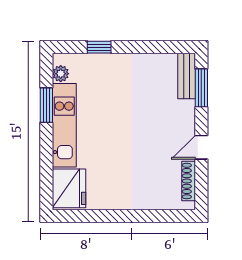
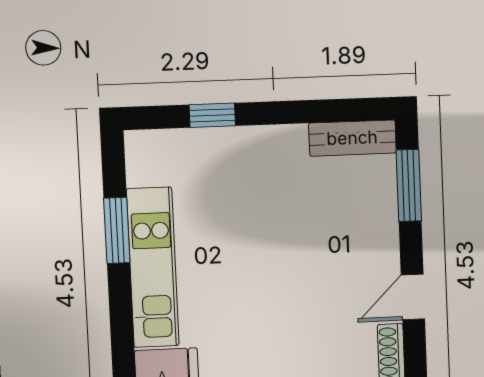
plant: (61, 74) -> (141, 169), removed
bench: (187, 76) -> (352, 138), moved, turned 90

